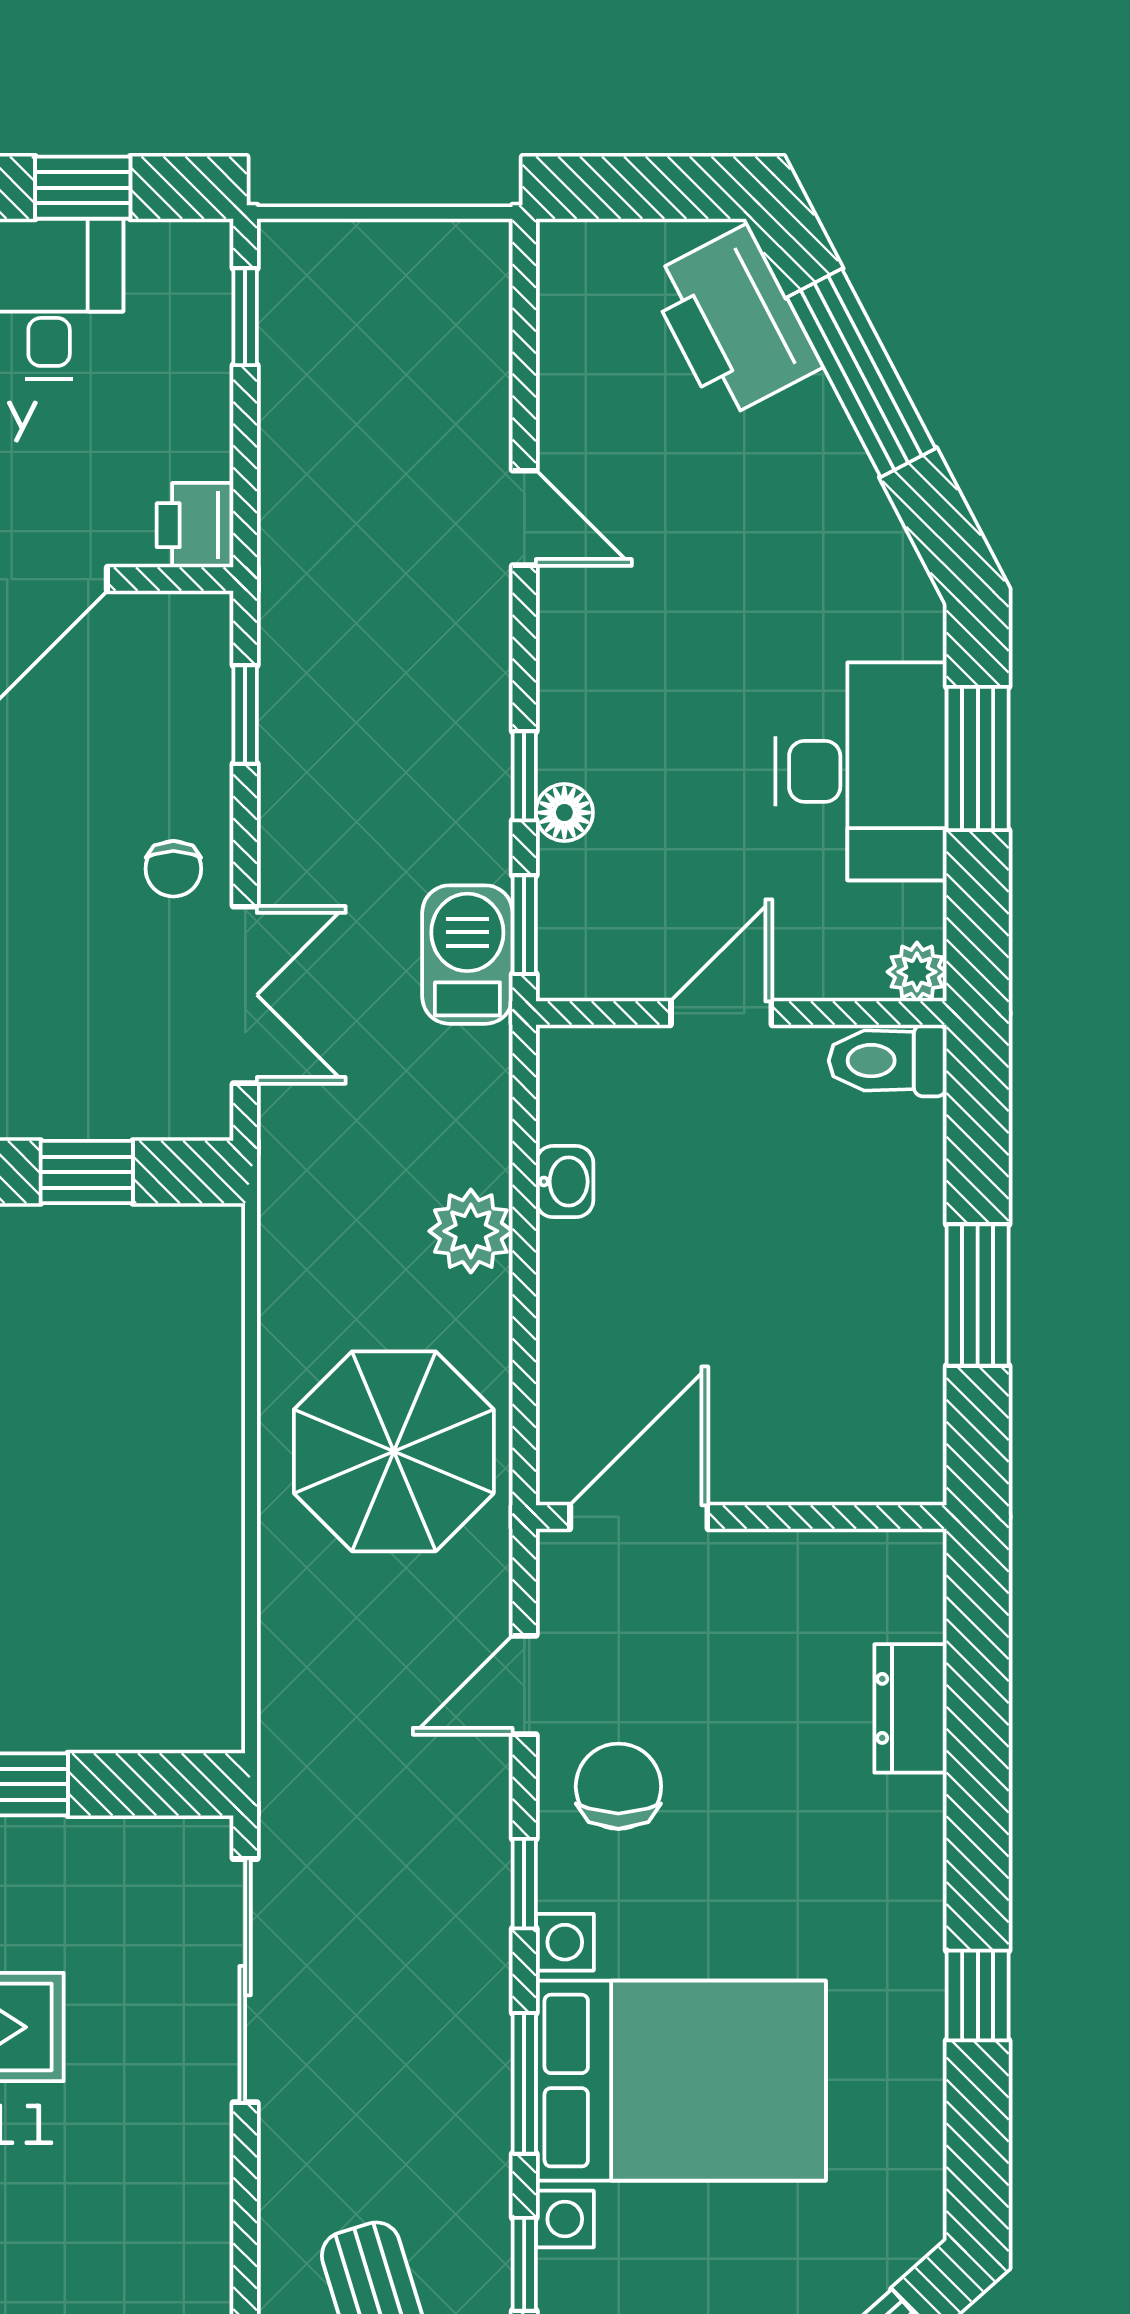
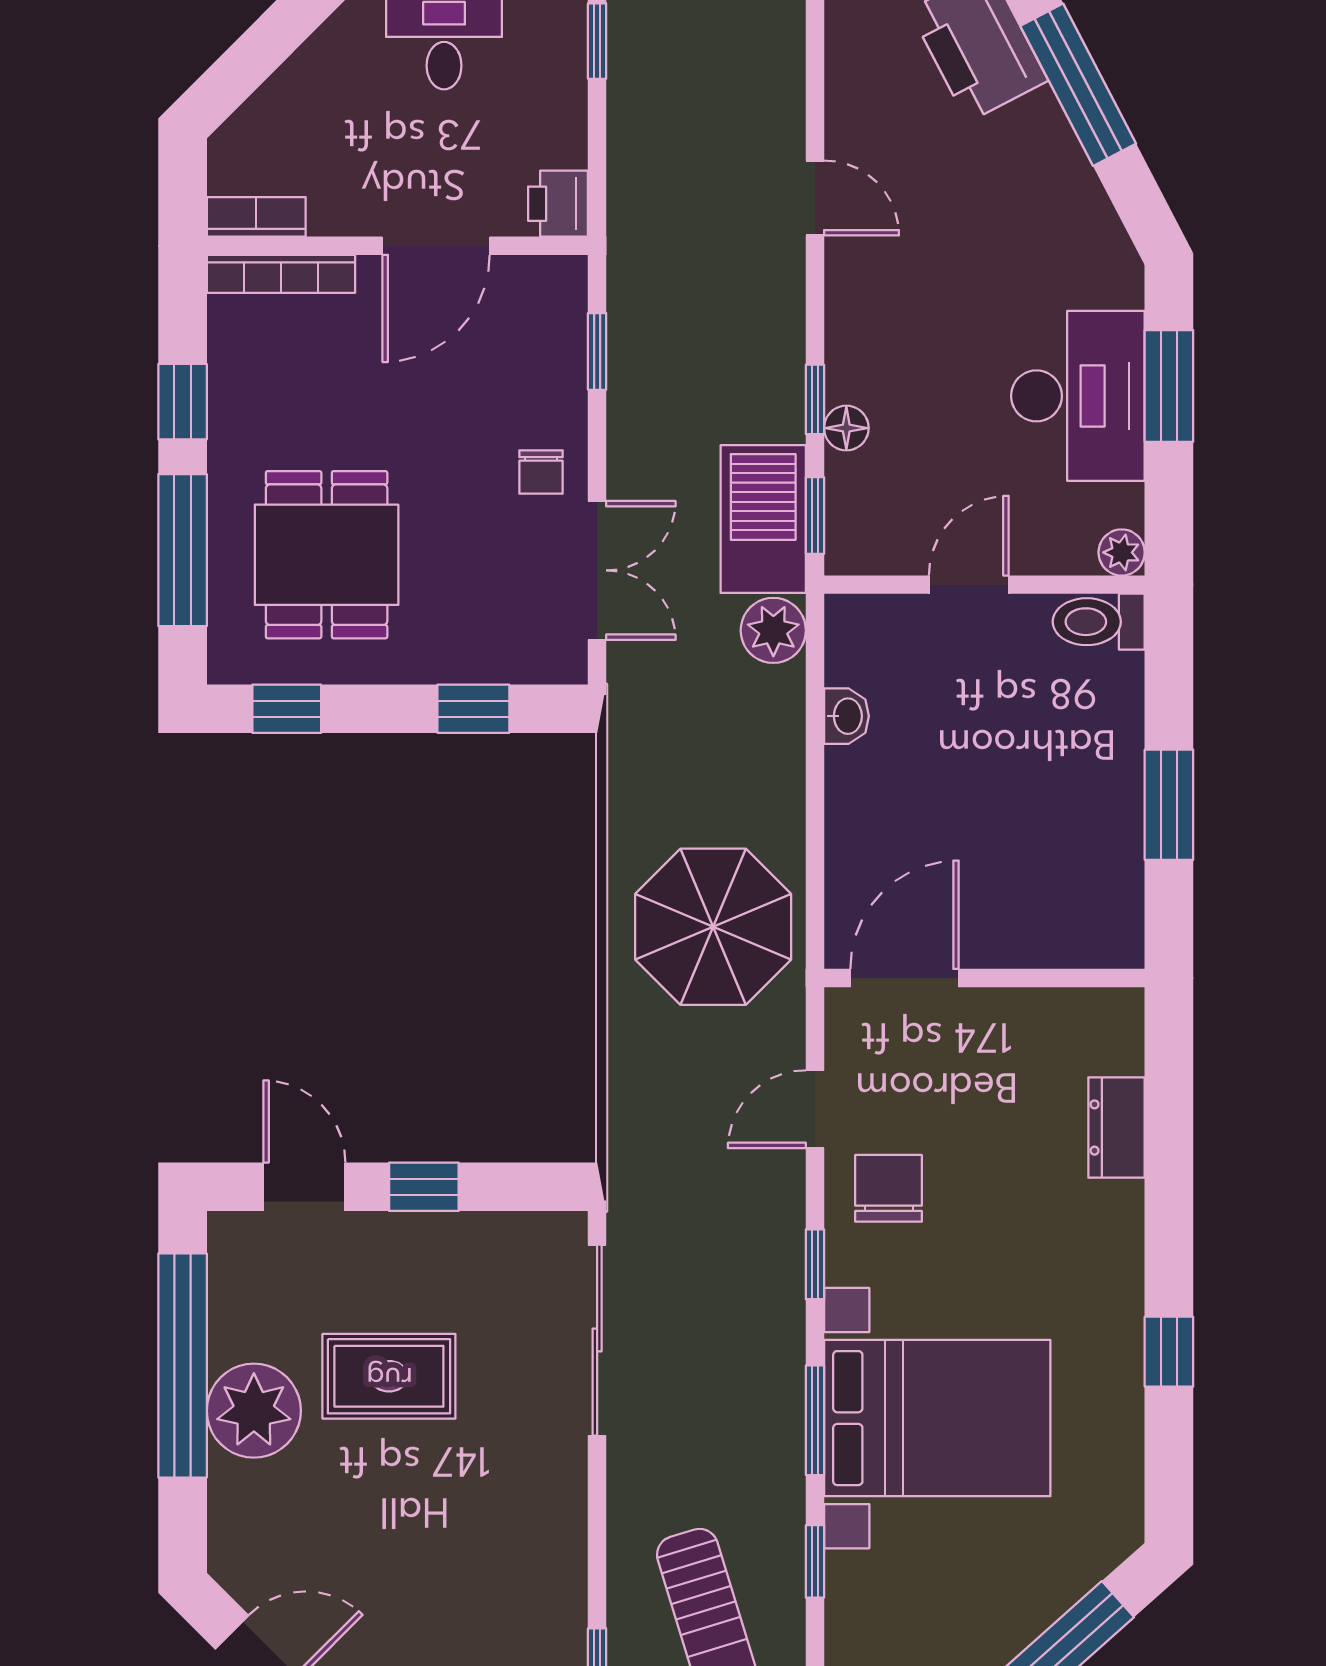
barbecue: (467, 955) -> (763, 519), width x1.37, depth x1.21
plant: (471, 1231) -> (773, 630), moved

